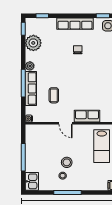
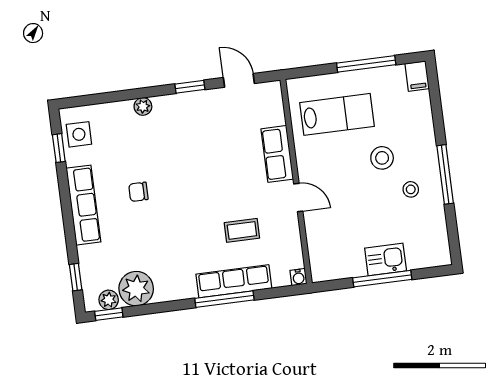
plant: (30, 66) -> (109, 300), moved
door: (66, 123) -> (298, 198), hinge flipped
stool: (67, 162) -> (382, 158), moved
kitchen sink: (32, 181) -> (386, 259), moved

